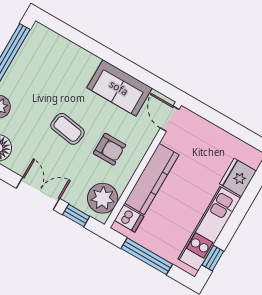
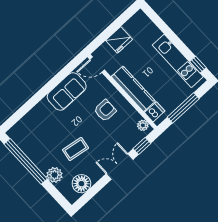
coffee table: (68, 129) -> (75, 149), moved
fridge: (238, 177) -> (119, 40), moved, turned -90
plant: (103, 198) -> (143, 125), width x0.53, depth x0.53

